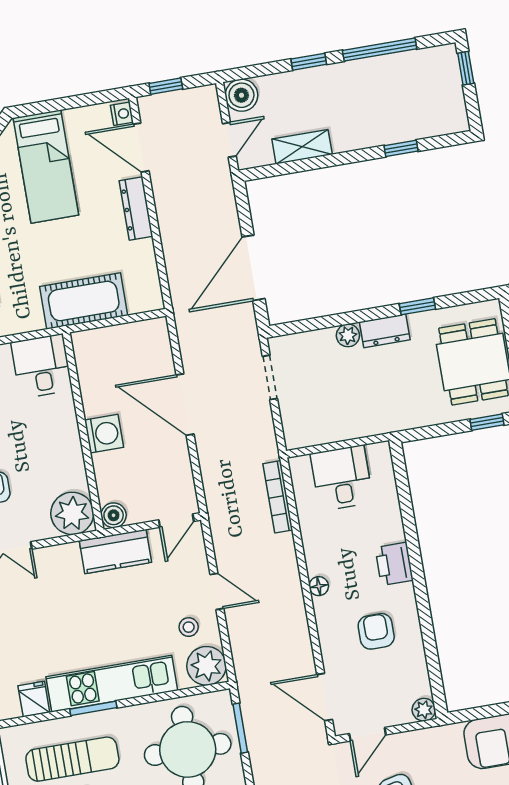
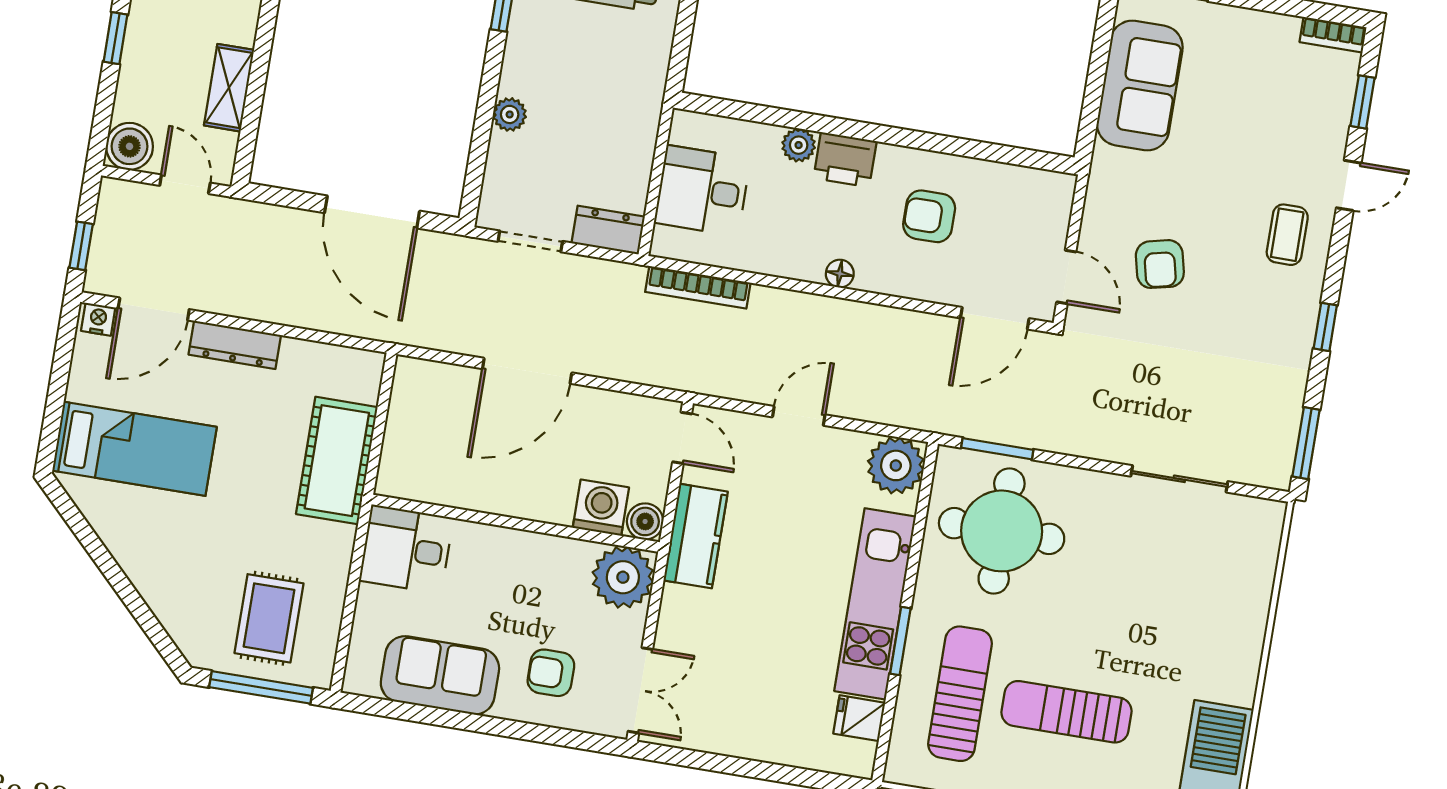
dresser: (385, 331) -> (608, 230), moved, turned -90
washing machine: (104, 434) -> (601, 508), moved
stool: (189, 627) -> (834, 471), removed
plant: (424, 710) -> (799, 145), moved

